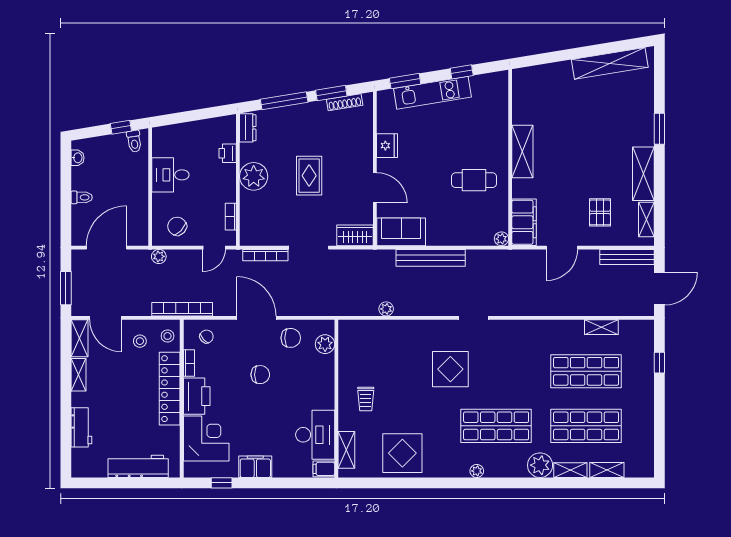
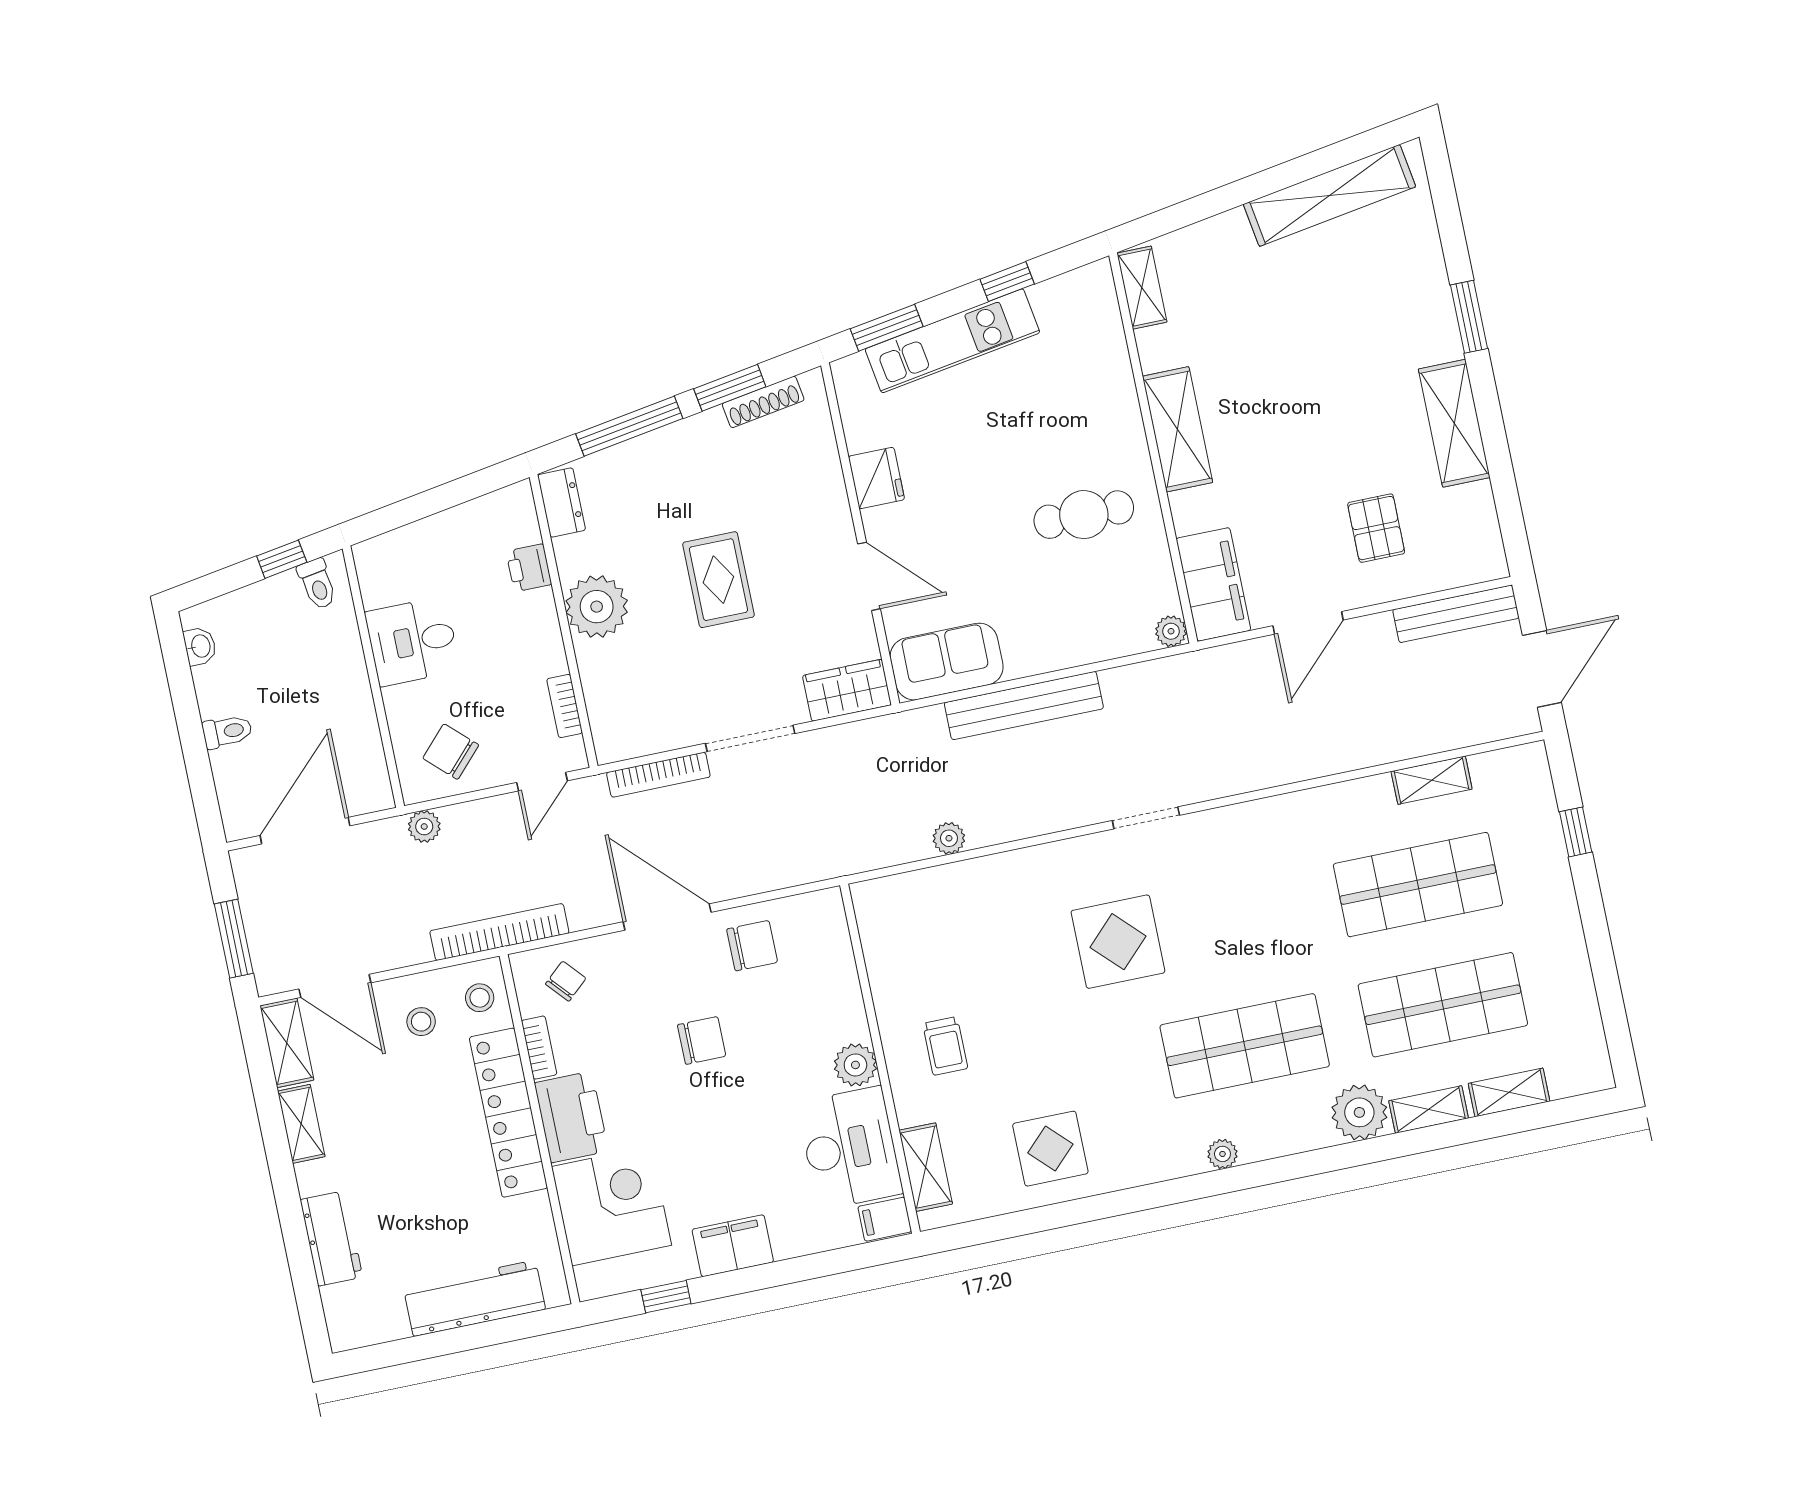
shelving: (646, 219) -> (1142, 288), moved
plant: (325, 344) -> (855, 1065), moved
display table: (402, 453) -> (1050, 1149), width x0.73, depth x0.73

